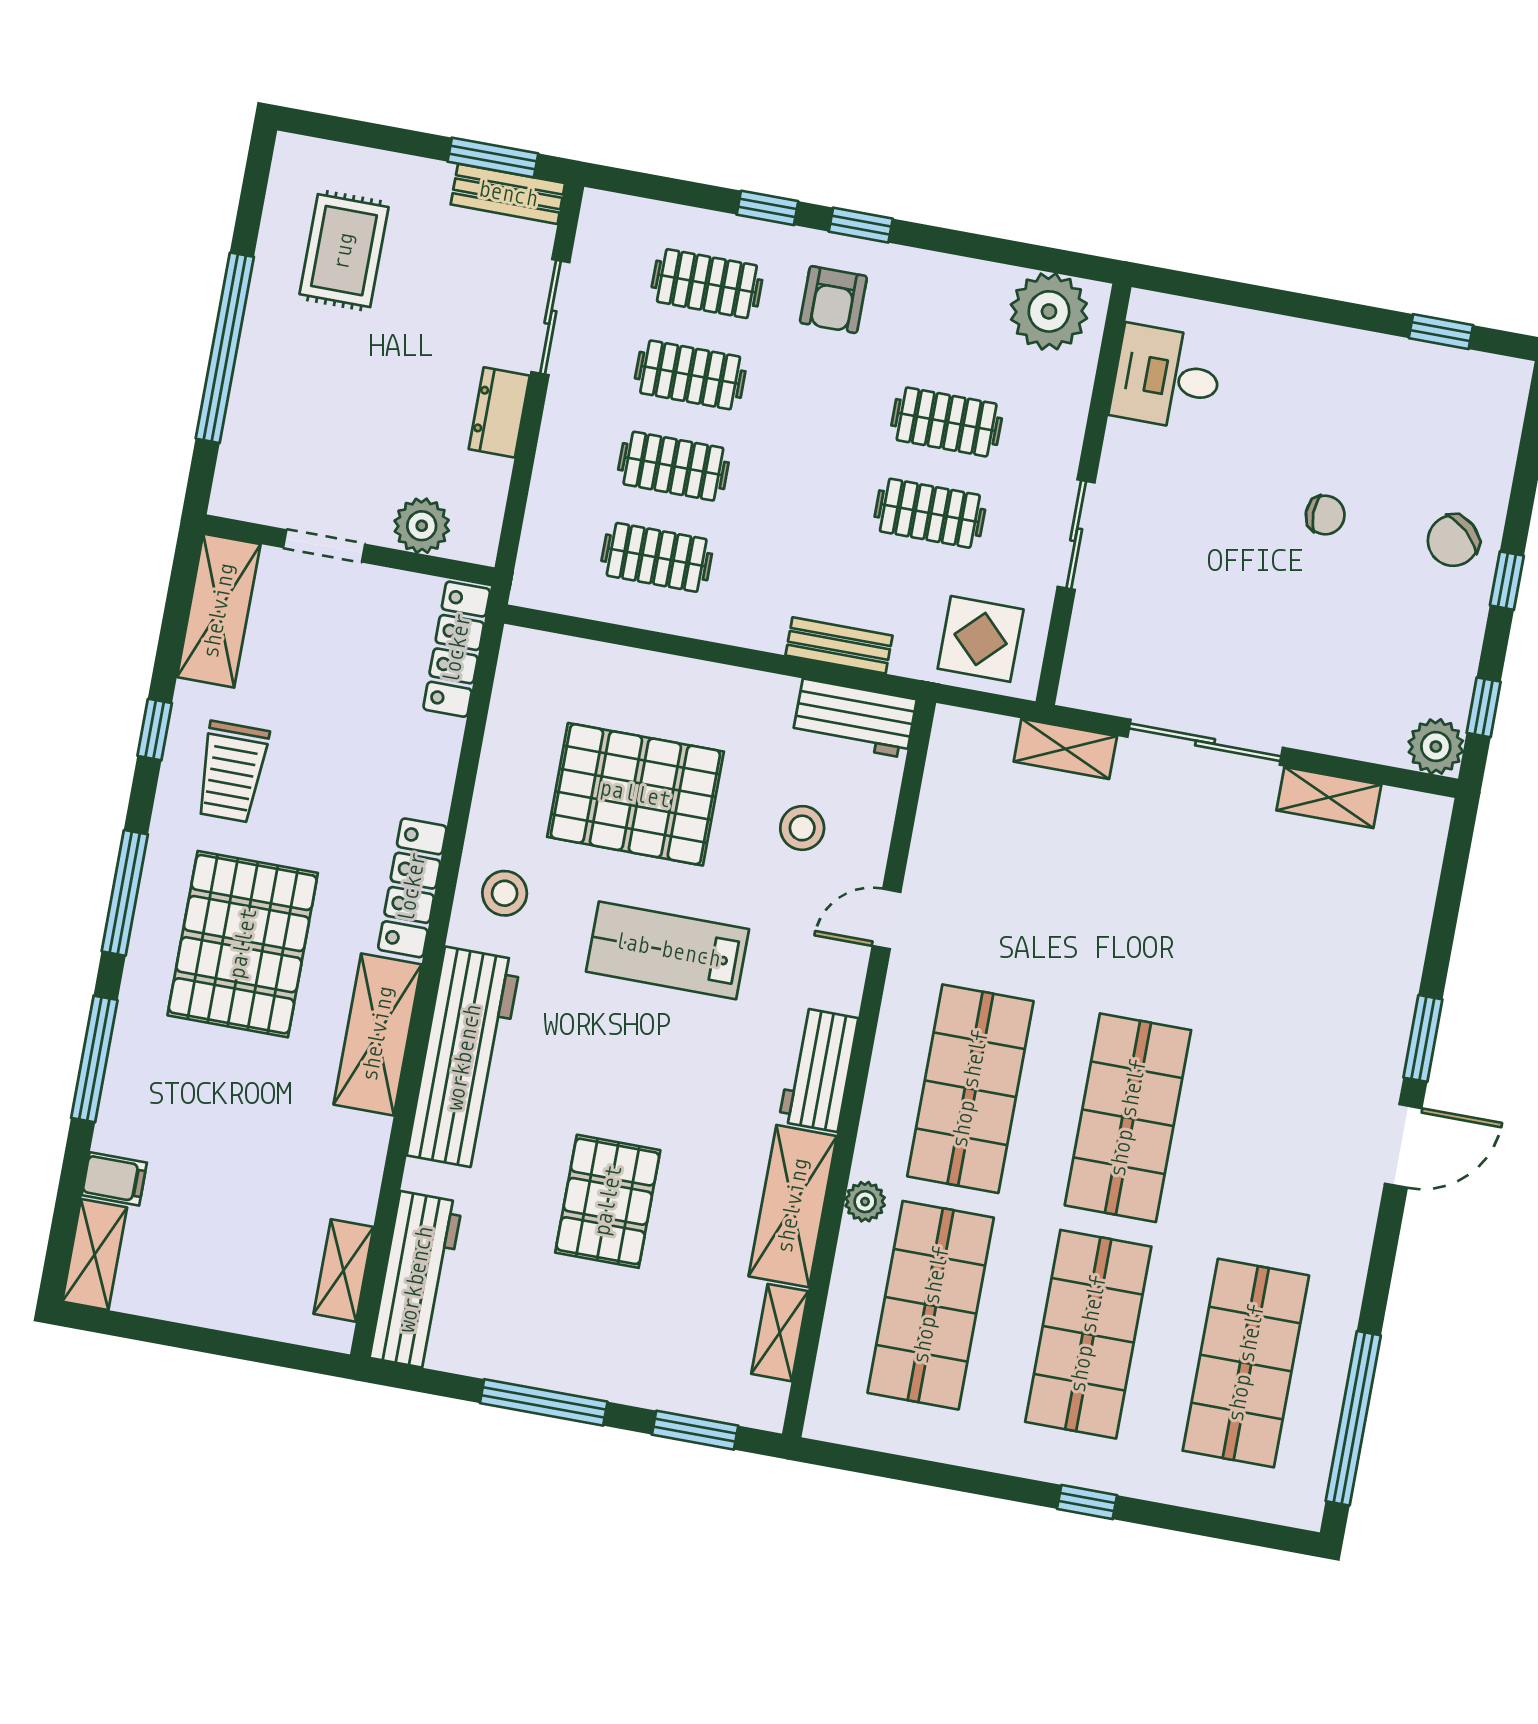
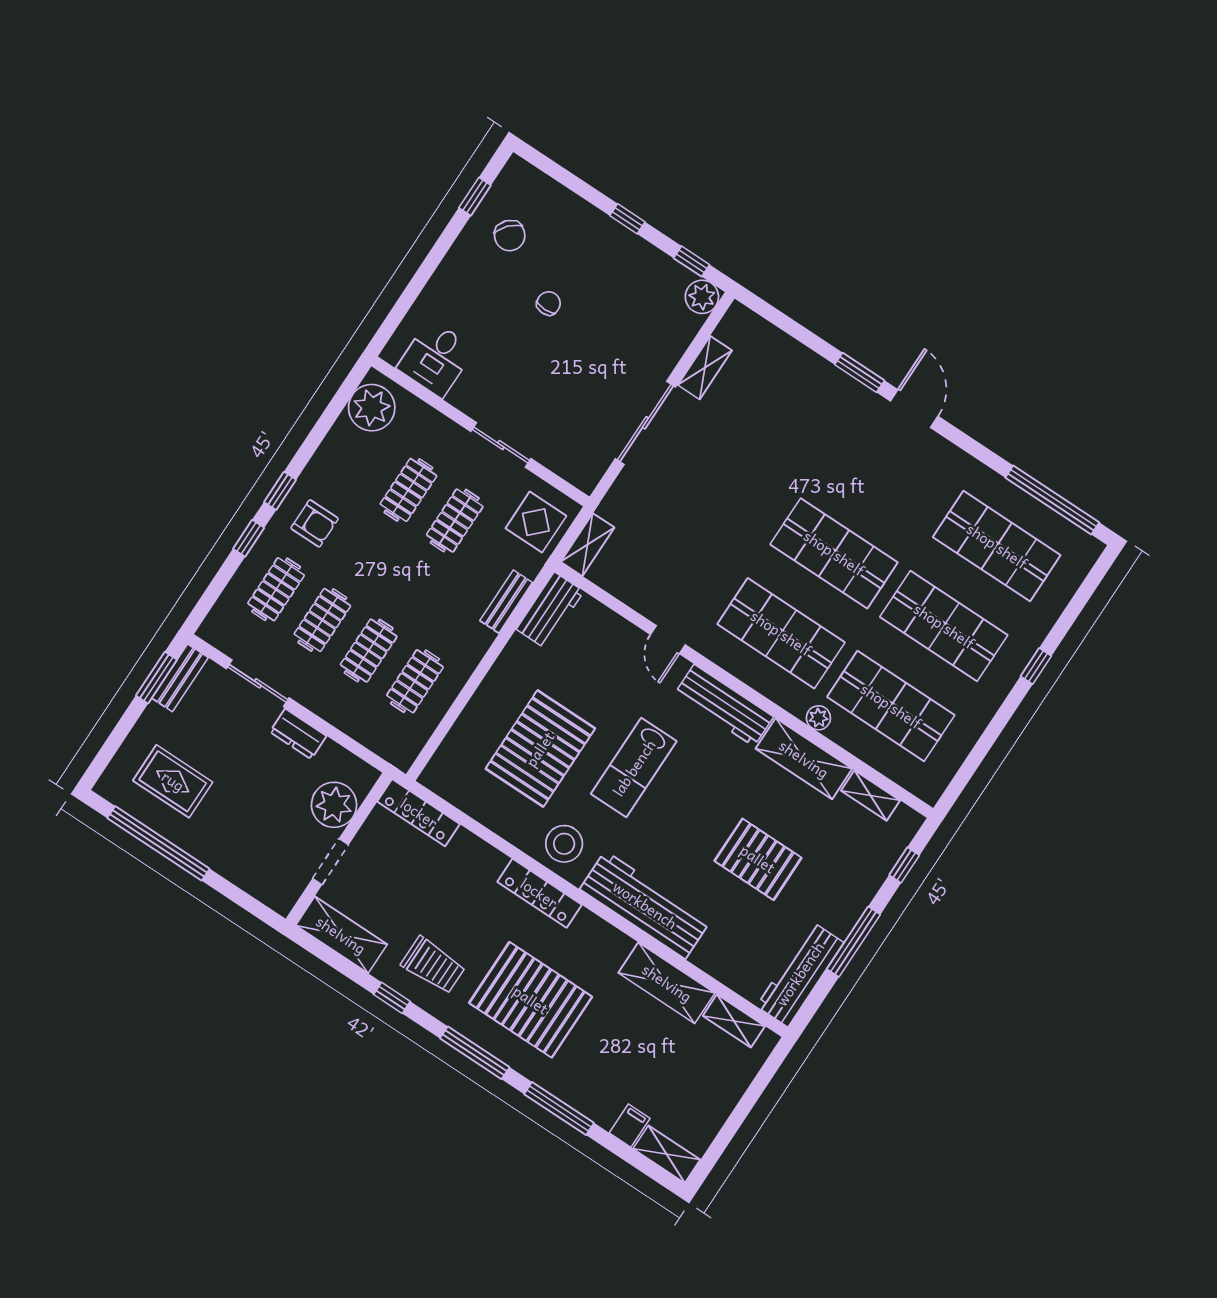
window: (225, 348) -> (158, 843), moved
plant: (422, 526) -> (334, 805), width x1.36, depth x1.36
chair: (1453, 541) -> (510, 236), moved
shelving: (1065, 749) -> (588, 545), moved
stool: (802, 828) -> (598, 665), removed
stool: (505, 893) -> (564, 844), width x1.38, depth x1.38
shelving: (378, 1034) -> (667, 983), moved
workbench: (818, 1070) -> (724, 705), width x1.37
workbench: (416, 1280) -> (800, 974), moved, turned -90
window: (695, 1430) -> (904, 865), width x0.67

